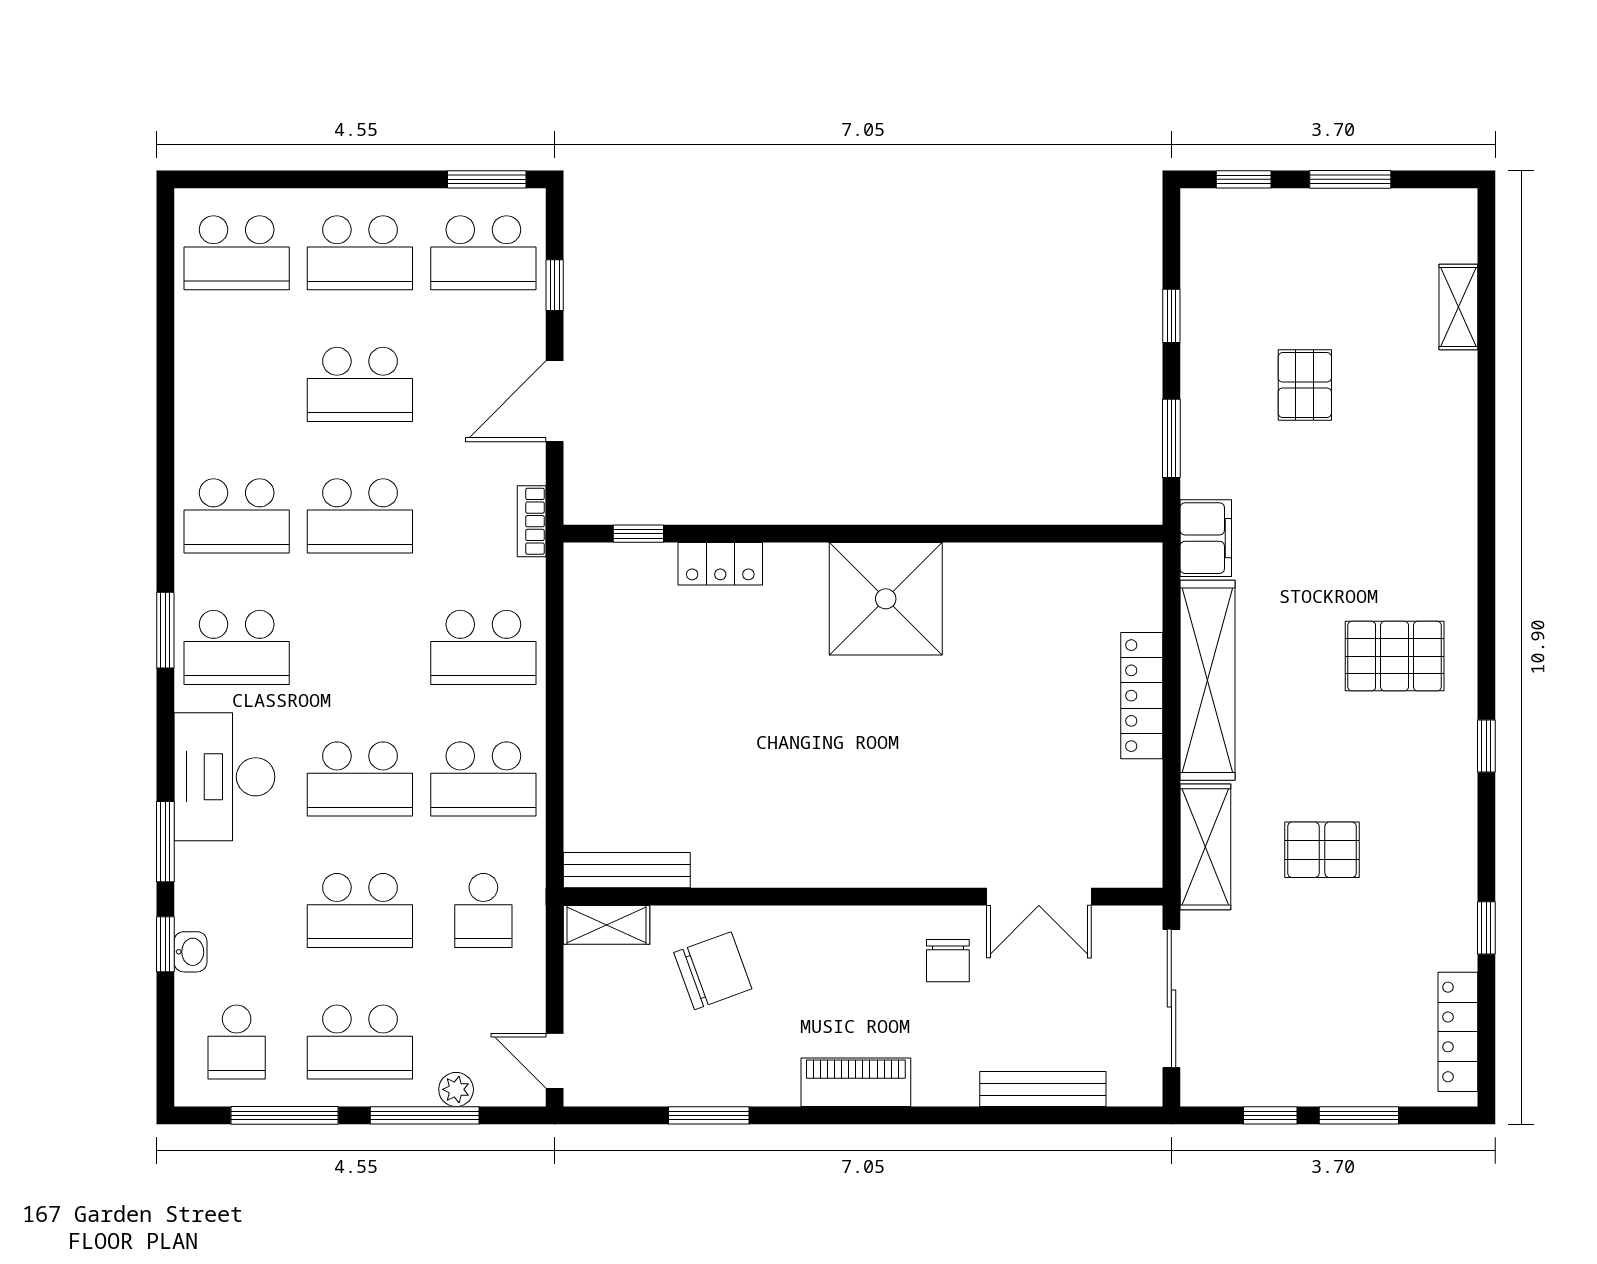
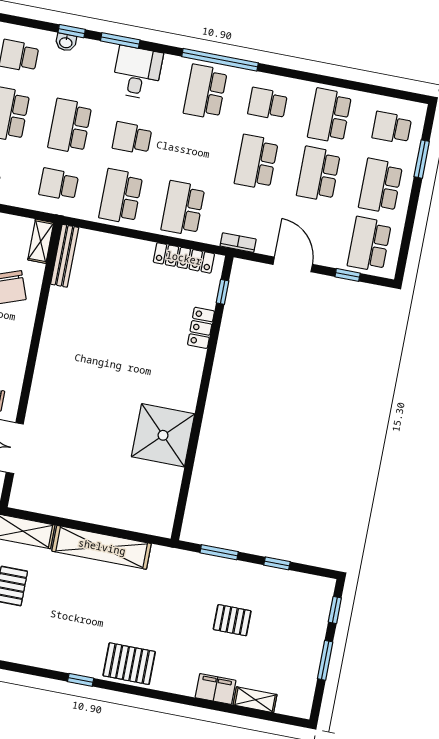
window: (487, 179) -> (422, 159), moved
school desk: (237, 253) -> (392, 128), width x0.54
school desk: (237, 384) -> (330, 116), added
school desk: (237, 516) -> (268, 104), width x0.54
filing cabinet: (1206, 538) -> (216, 689), moved, turned 180
shower: (886, 599) -> (163, 435), moved
window: (165, 630) -> (220, 60), width x2.11
pallet: (1395, 656) -> (129, 664), moved, turned 90
locker: (1142, 696) -> (184, 258), moved, turned 180
window: (1486, 746) -> (81, 680), moved
desk: (224, 777) -> (137, 73), width x0.73
school desk: (360, 779) -> (132, 138), width x0.54

